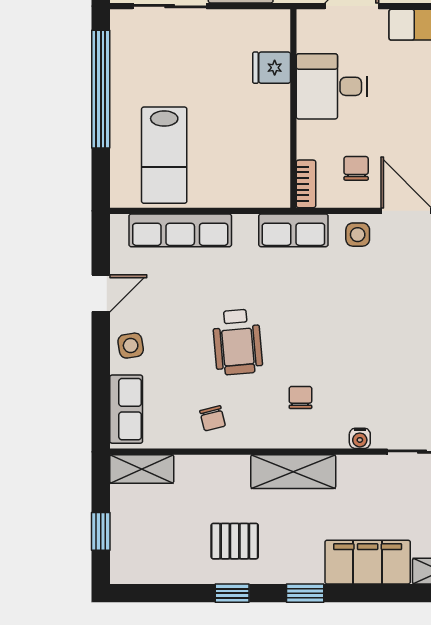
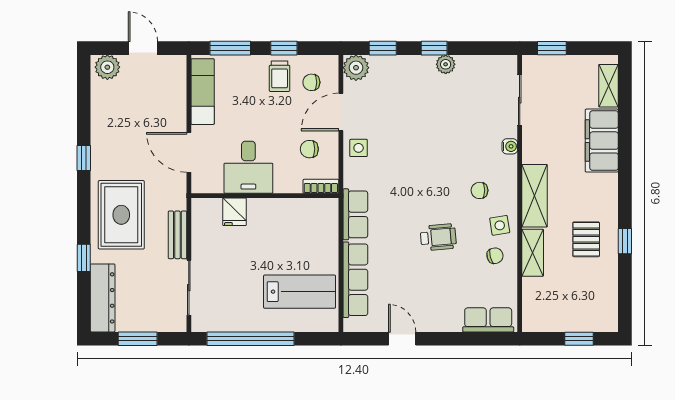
row of seats: (293, 230) -> (355, 214), moved
wheelchair: (237, 342) -> (438, 237), width x0.73, depth x0.73
side table: (131, 346) -> (500, 225), moved
shelving: (142, 469) -> (533, 253), moved
window: (305, 593) -> (625, 187), removed

